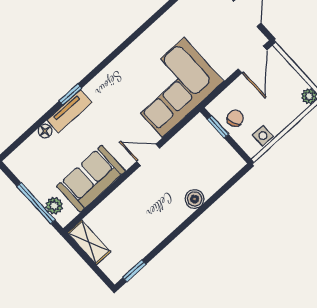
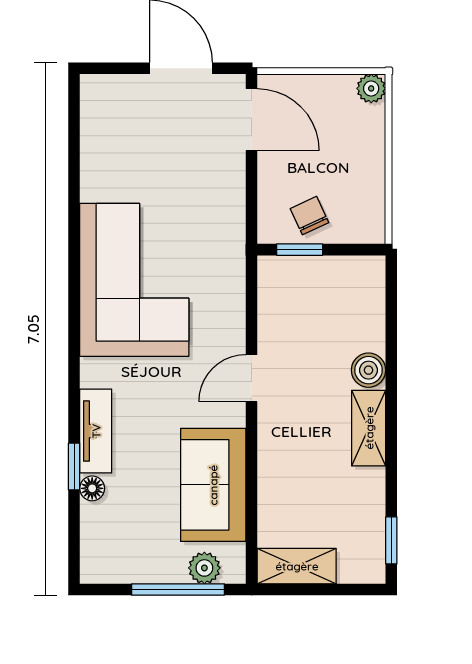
corner sofa: (173, 87) -> (134, 280), moved, turned 180
window: (70, 94) -> (74, 466), moved
side table: (263, 136) -> (367, 200), removed
shelving: (171, 220) -> (369, 428), added

